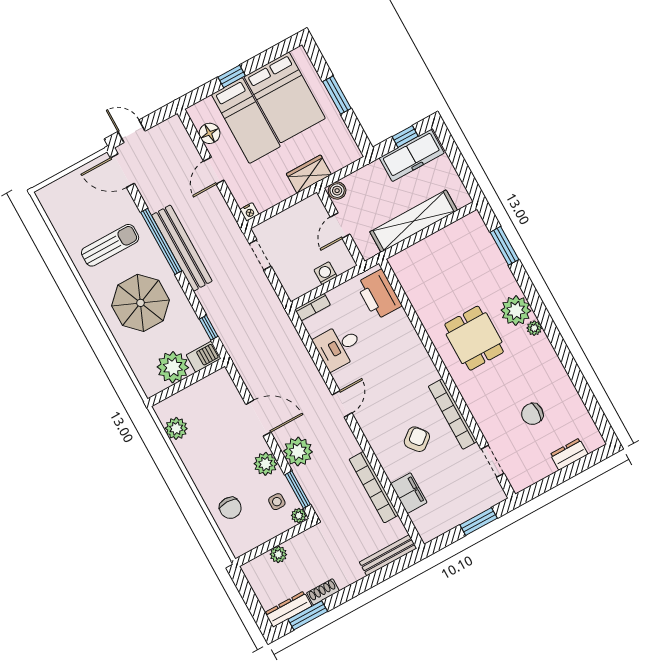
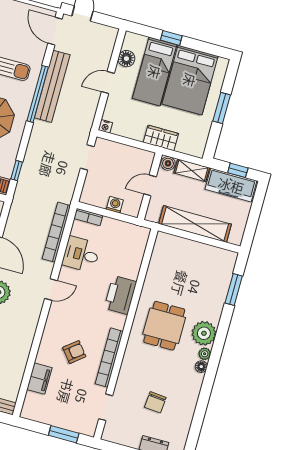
shelving: (364, 176) -> (192, 170), added
bench: (182, 248) -> (52, 86), moved
printer: (379, 294) -> (120, 295), moved
floor lamp: (542, 342) -> (201, 367), added
chair: (532, 414) -> (155, 402), turned -85
bookcase: (374, 487) -> (56, 232), moved

